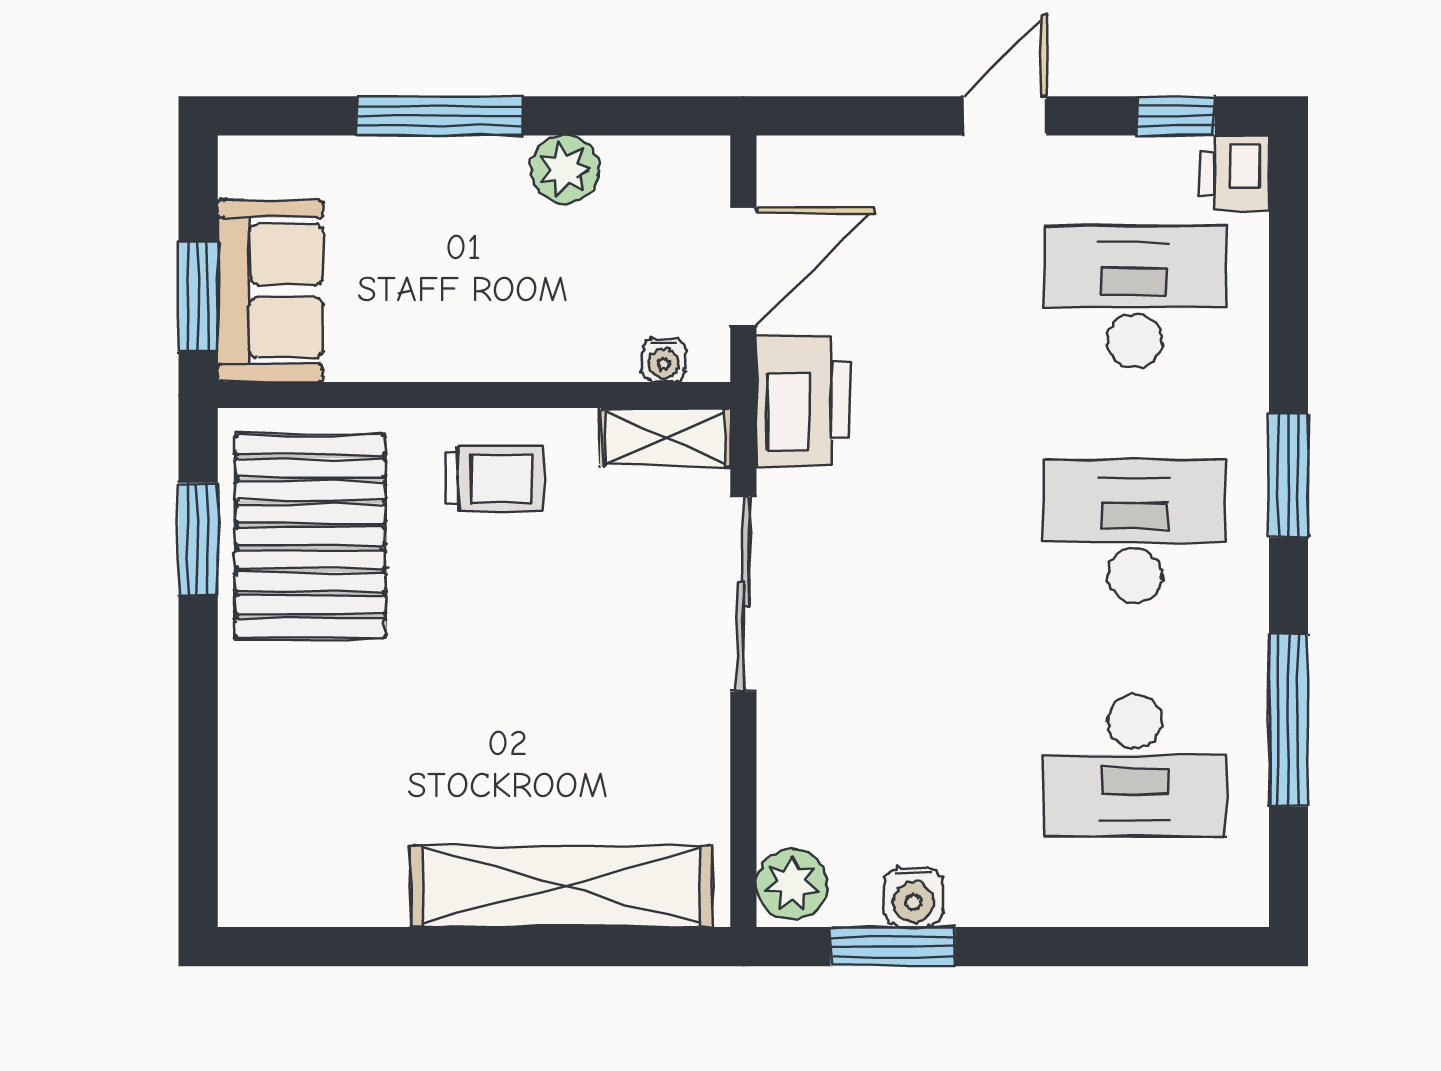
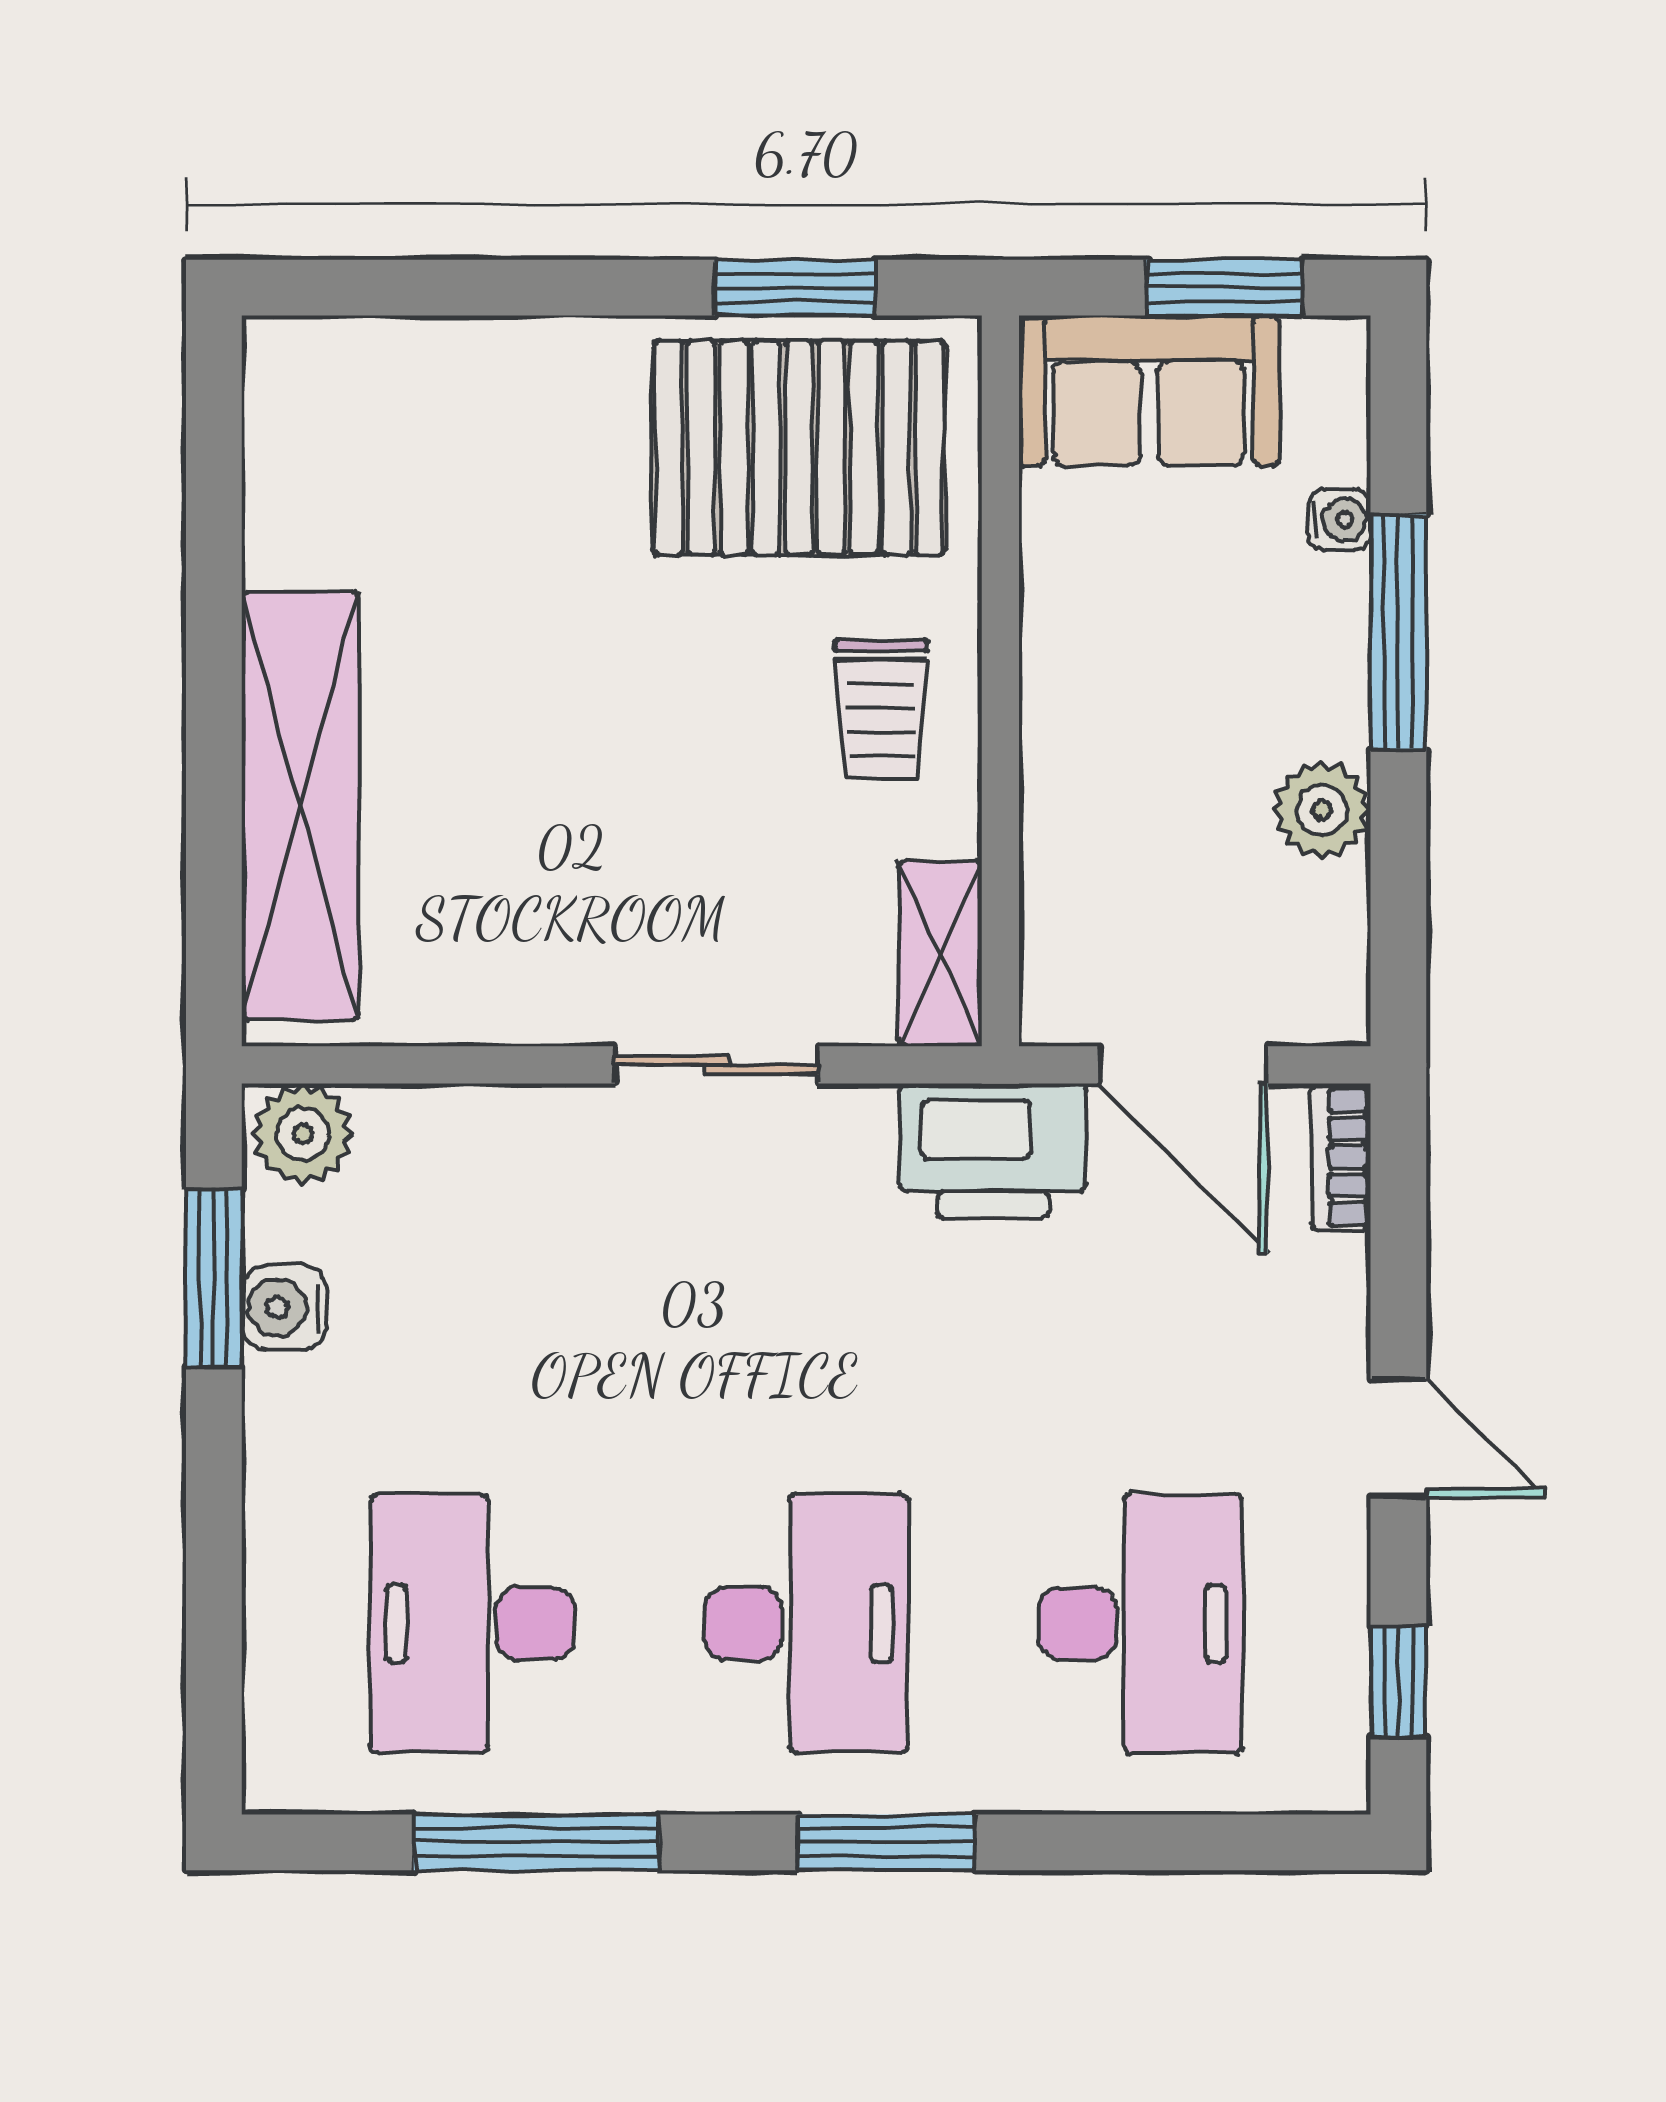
bookcase: (808, 156) -> (1341, 1157), added
printer: (1235, 173) -> (1317, 1766), removed
window: (198, 297) -> (1224, 288), moved
water cooler: (664, 360) -> (1339, 520), moved, turned 180
sliding door: (743, 594) -> (717, 1065), width x0.73

